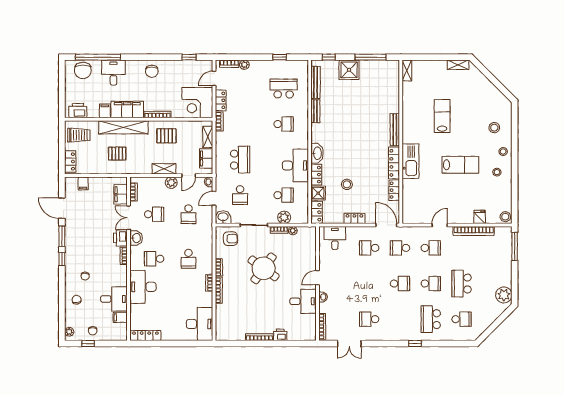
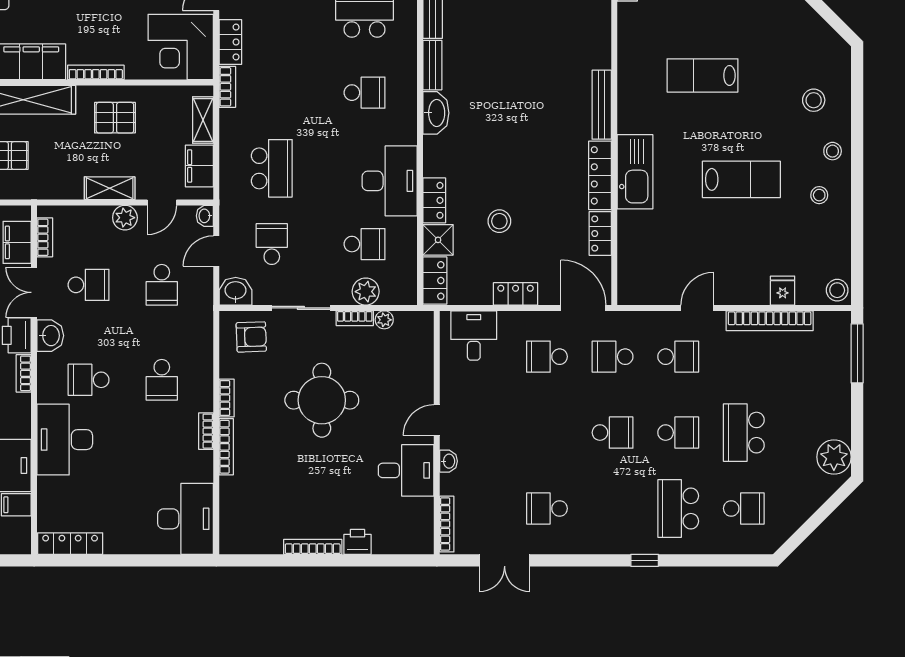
lab bench: (442, 116) -> (702, 75), turned -90
washbasin: (317, 153) -> (436, 113), moved
school desk: (240, 195) -> (272, 244), turned 180
round table: (264, 268) -> (322, 400), turned -36

